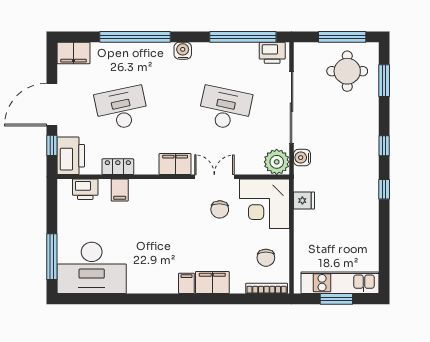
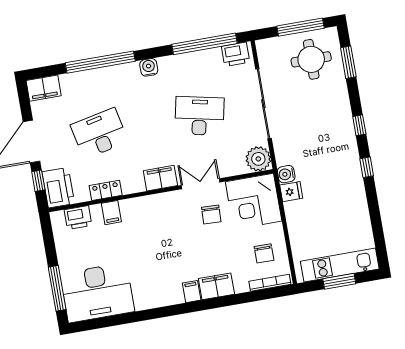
water cooler: (302, 158) -> (286, 174), moved

